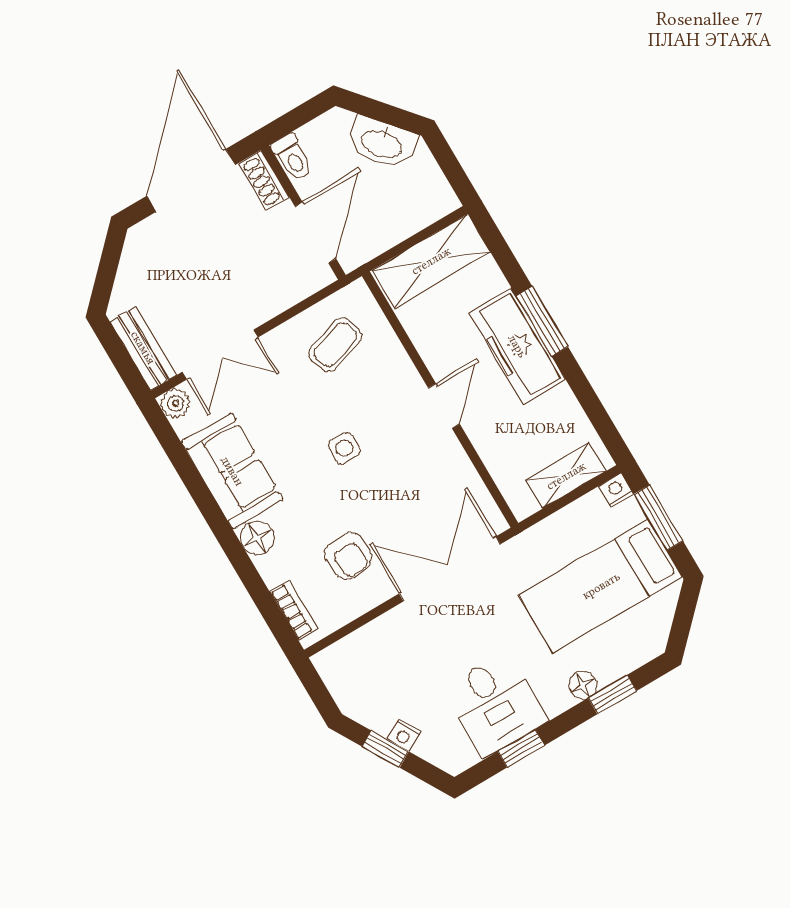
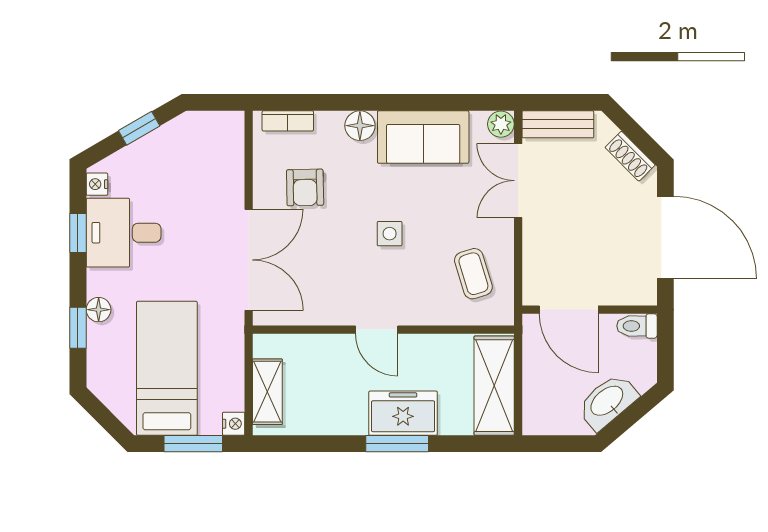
shoe rack: (264, 180) -> (630, 156), moved, turned -135
freezer: (517, 346) -> (403, 413), width x0.71
armchair: (348, 556) -> (305, 187), turned -87
nightstand: (404, 735) -> (97, 184), moved, turned -60

